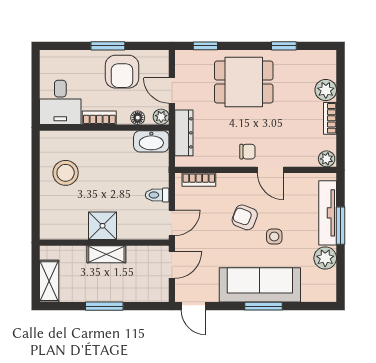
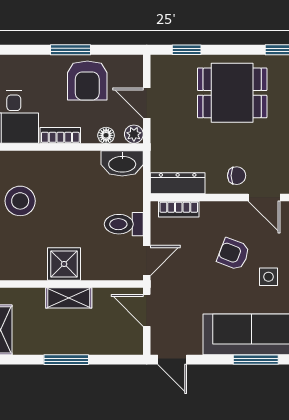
dresser: (184, 133) -> (178, 183), moved, turned -90
toilet: (157, 195) -> (124, 224), width x1.37, depth x1.39
door: (172, 265) -> (147, 310), swing flipped

